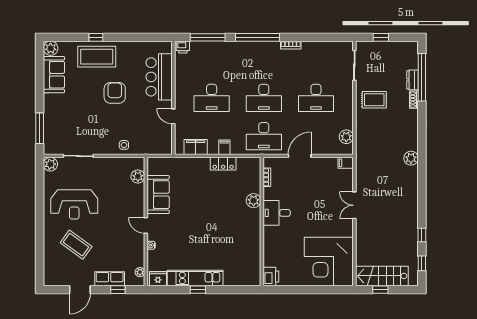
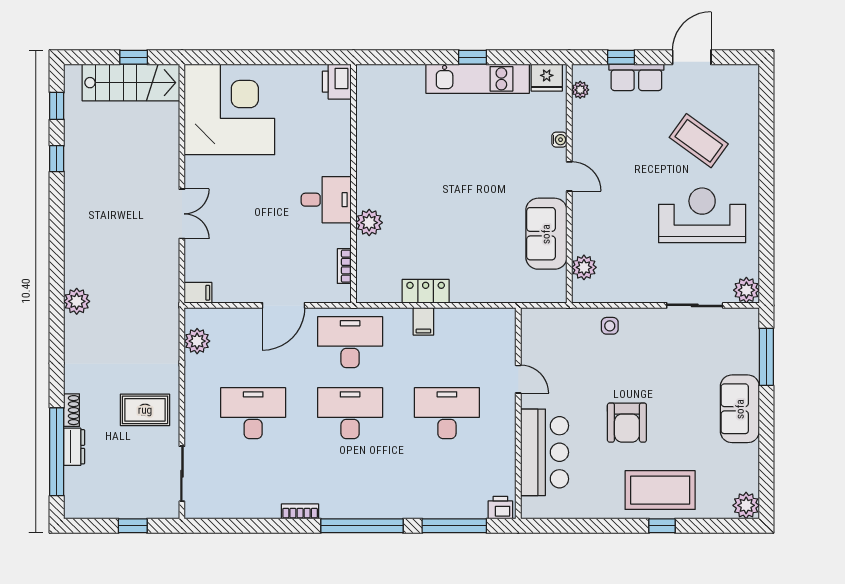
sofa: (54, 75) -> (740, 409), moved
filing cabinet: (196, 147) -> (477, 322), removed

